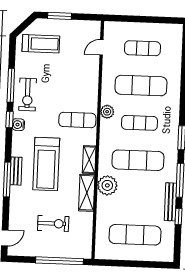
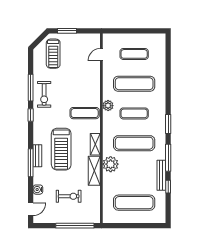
treadmill: (41, 44) -> (53, 54), turned 90
water cooler: (18, 125) -> (38, 190), moved

